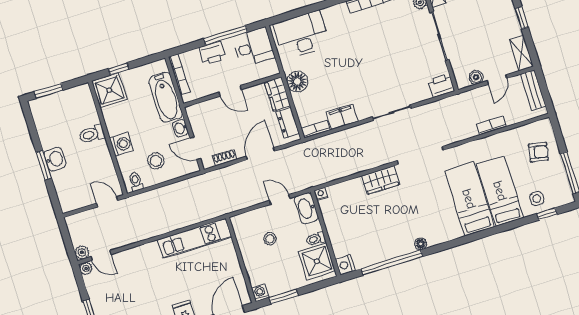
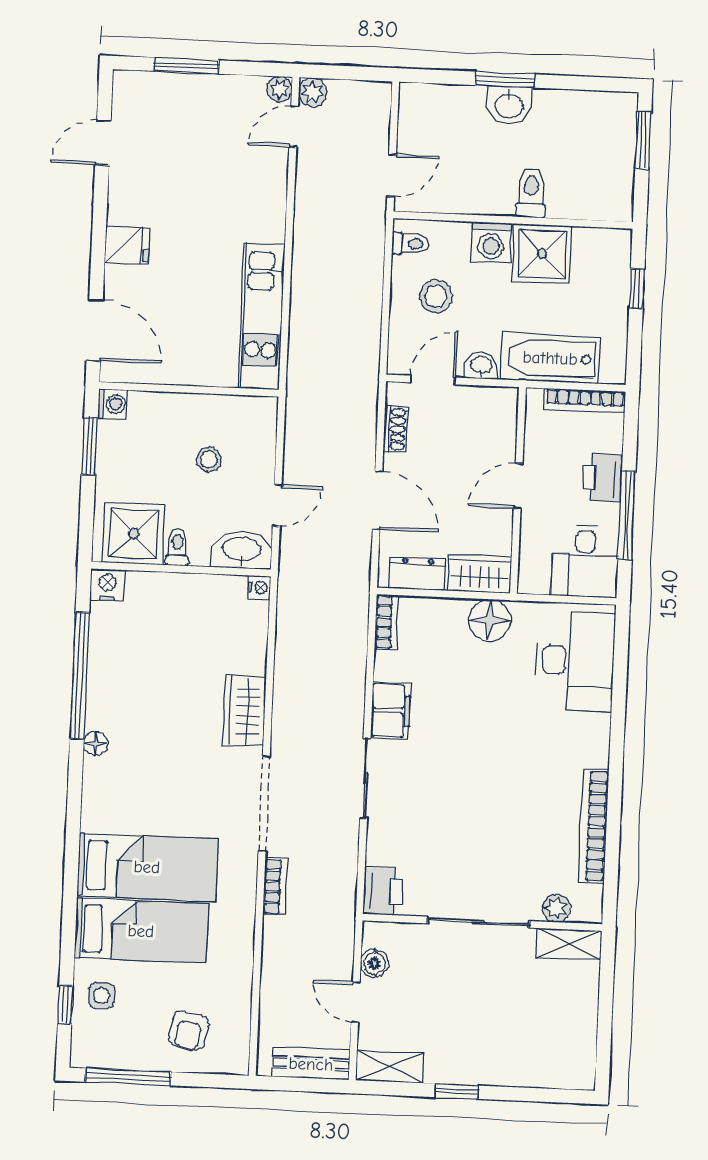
shower: (109, 90) -> (542, 254), moved
filing cabinet: (342, 117) -> (391, 711), moved
bookcase: (492, 125) -> (275, 887), moved

